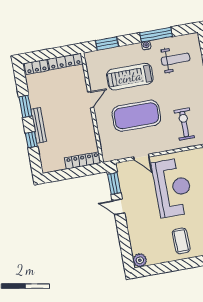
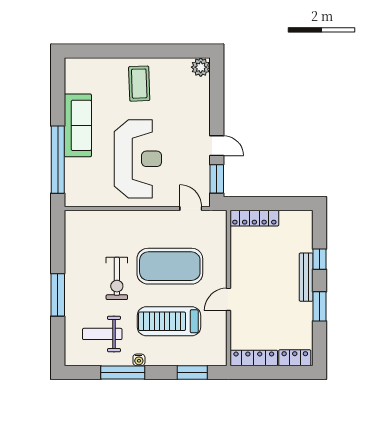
treadmill: (130, 77) -> (169, 321), turned 180
exercise bike: (184, 124) -> (117, 278), moved
door: (141, 157) -> (191, 208), moved
reception desk: (173, 188) -> (138, 159), turned 180

